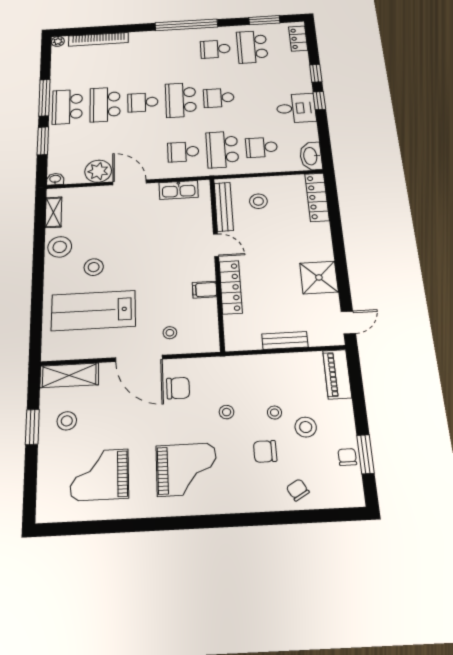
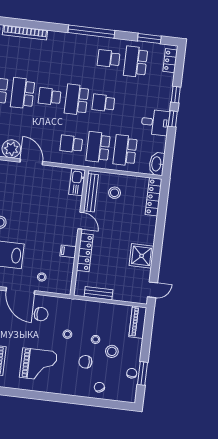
school desk: (261, 147) -> (125, 150), width x1.85
kitchen sink: (179, 190) -> (77, 182), moved, turned 90
bench: (285, 340) -> (98, 293), moved

